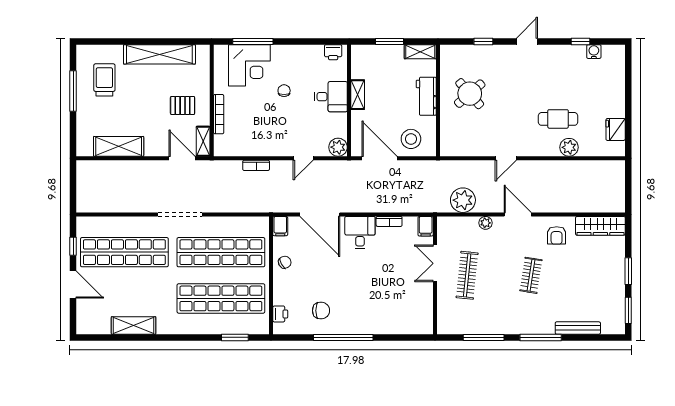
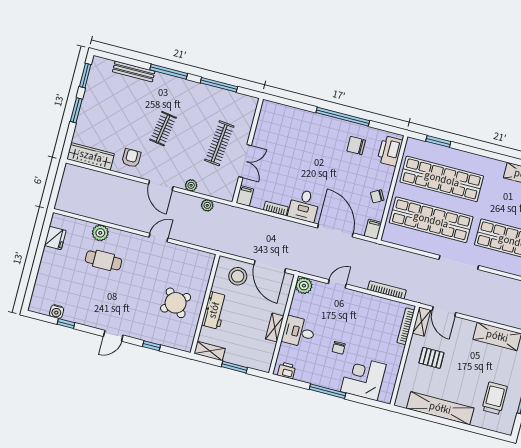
window: (253, 41) -> (328, 391), moved
trolley: (104, 80) -> (495, 398), turned 180
bookcase: (219, 114) -> (406, 326), moved
bookcase: (256, 165) -> (387, 290), width x1.56
plant: (463, 200) -> (207, 205), width x0.53, depth x0.53
printer: (280, 314) -> (390, 151), width x1.87, depth x1.48

